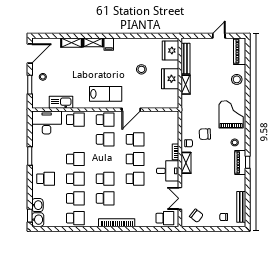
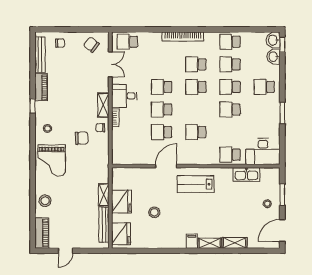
school desk: (105, 120) -> (196, 155), removed
piano: (240, 163) -> (41, 87), moved

